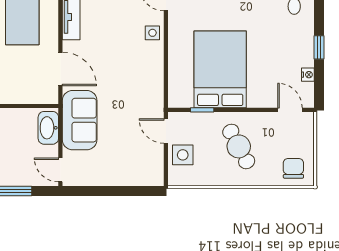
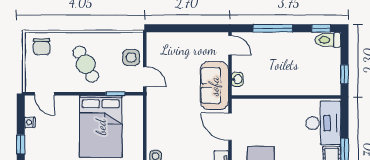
washbasin: (48, 128) -> (237, 79), width x0.52, depth x0.69

